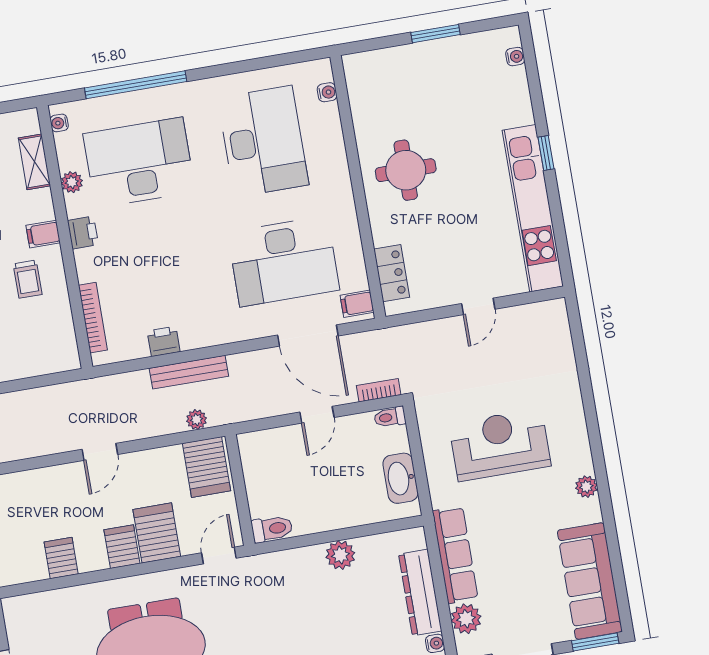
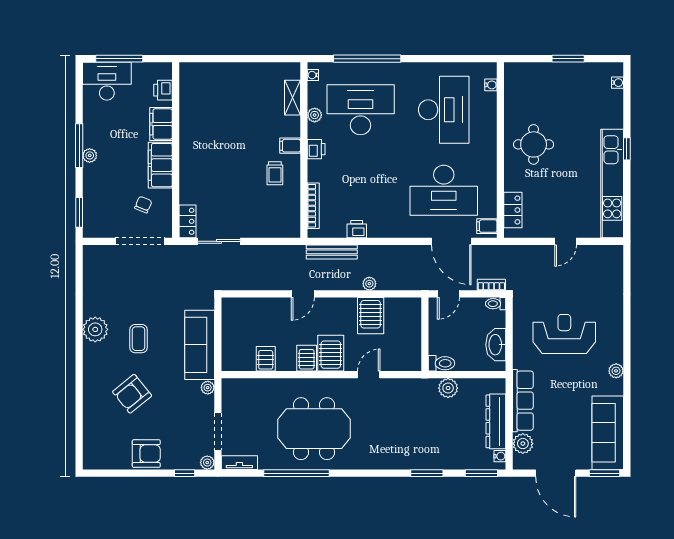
bench: (189, 372) -> (332, 252), moved
wall: (240, 490) -> (425, 334), moved
toilet: (272, 529) -> (442, 363), moved

